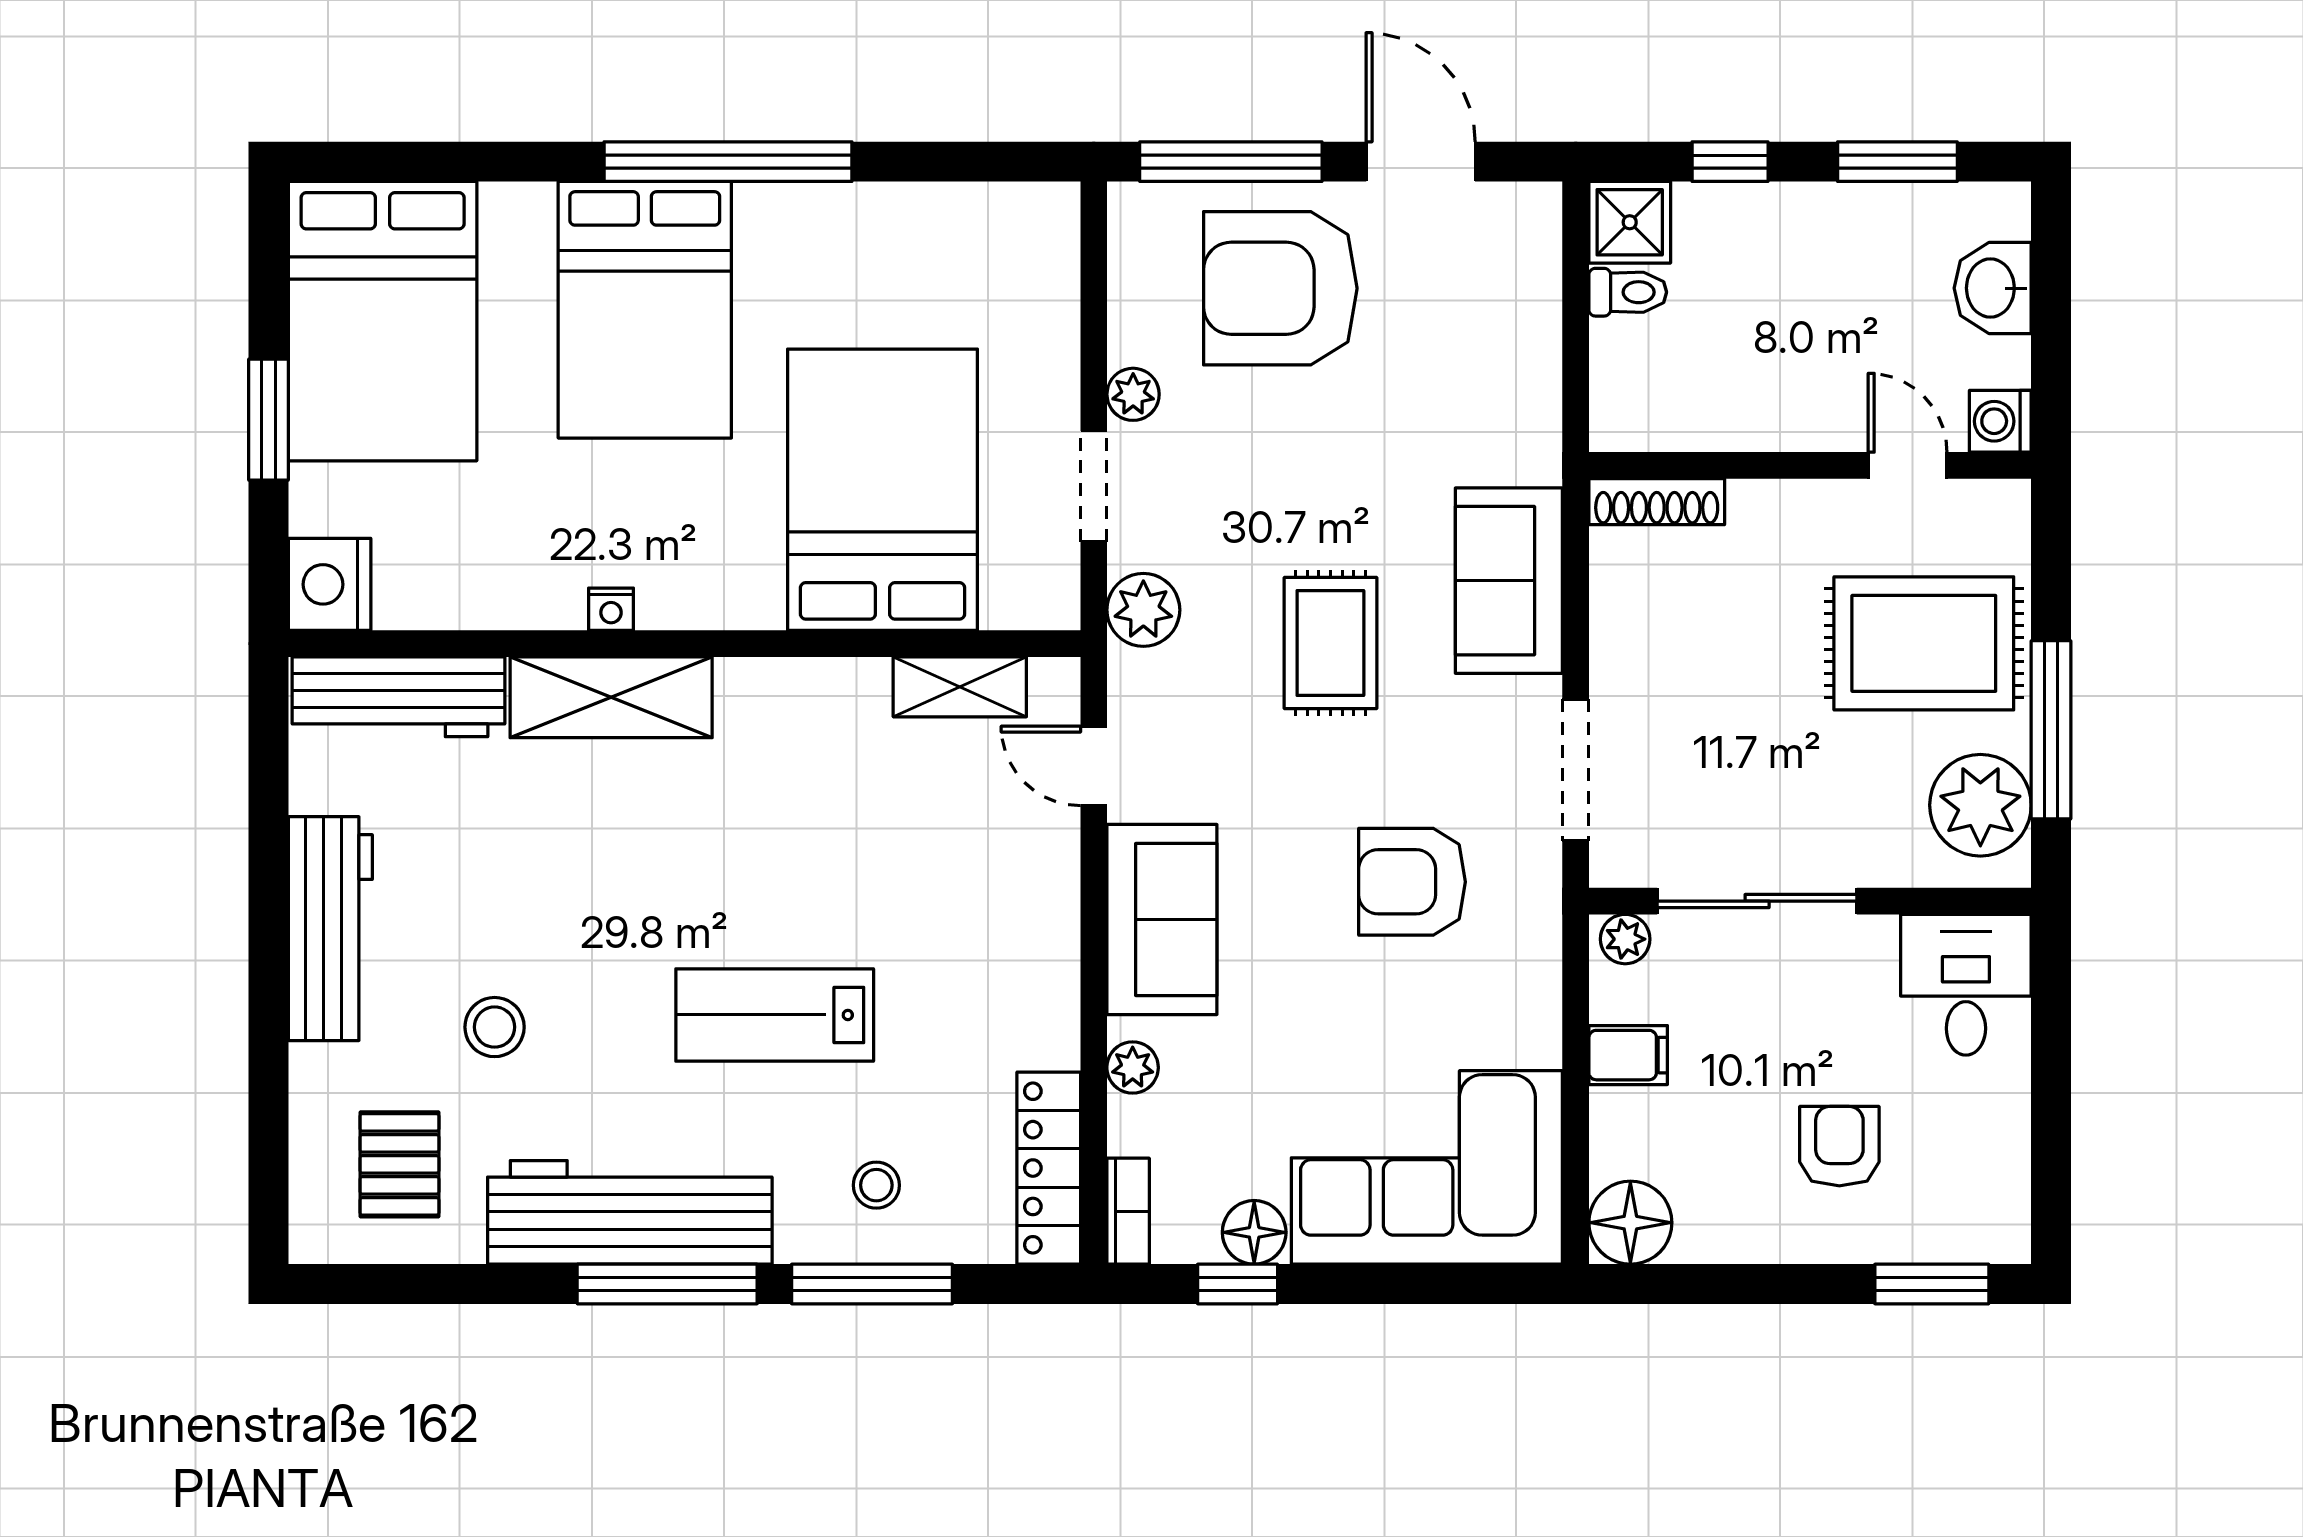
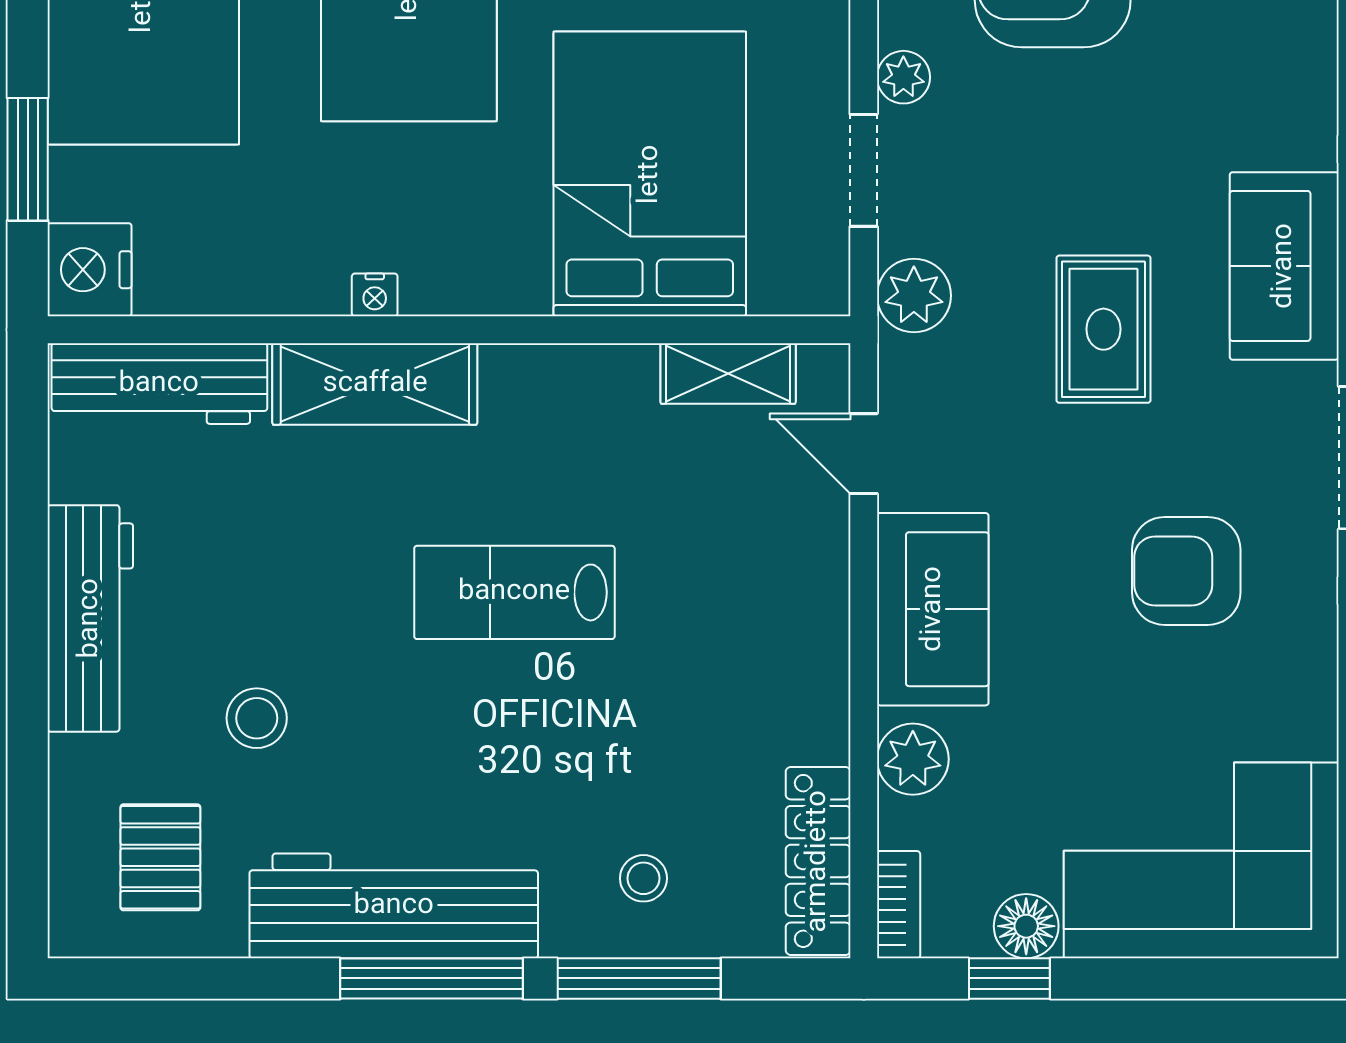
window: (268, 420) -> (28, 159), moved
lab bench: (775, 1015) -> (514, 592), moved
plant: (1133, 1068) -> (913, 759), width x1.38, depth x1.38

